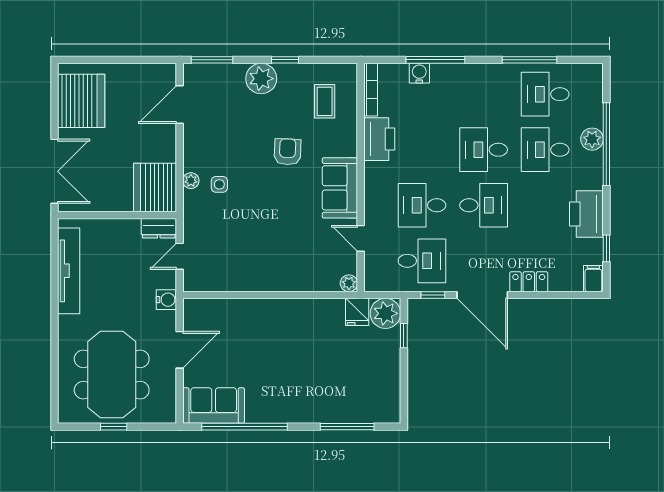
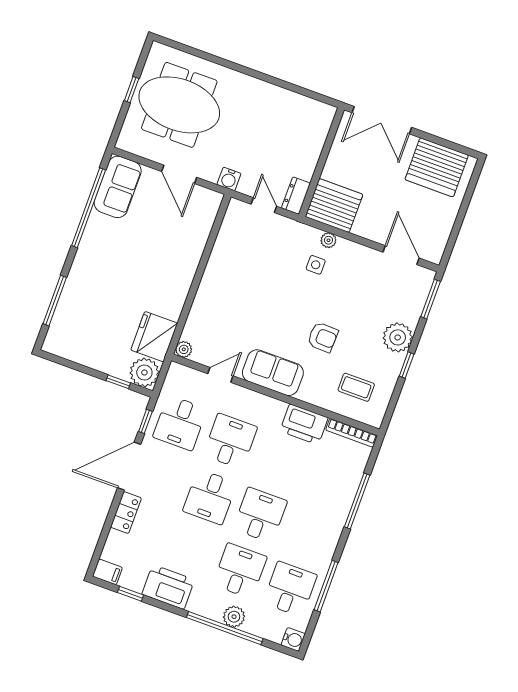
water cooler: (419, 73) -> (293, 639), moved
tv unit: (69, 271) -> (287, 100), removed
fridge: (357, 312) -> (154, 337), width x1.88, depth x1.34

